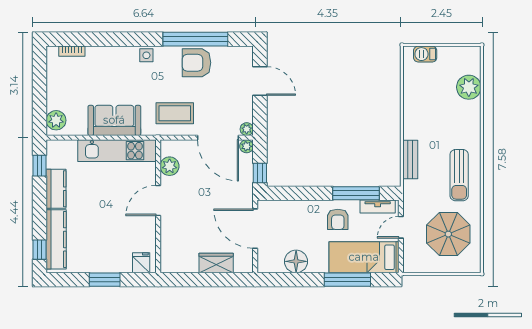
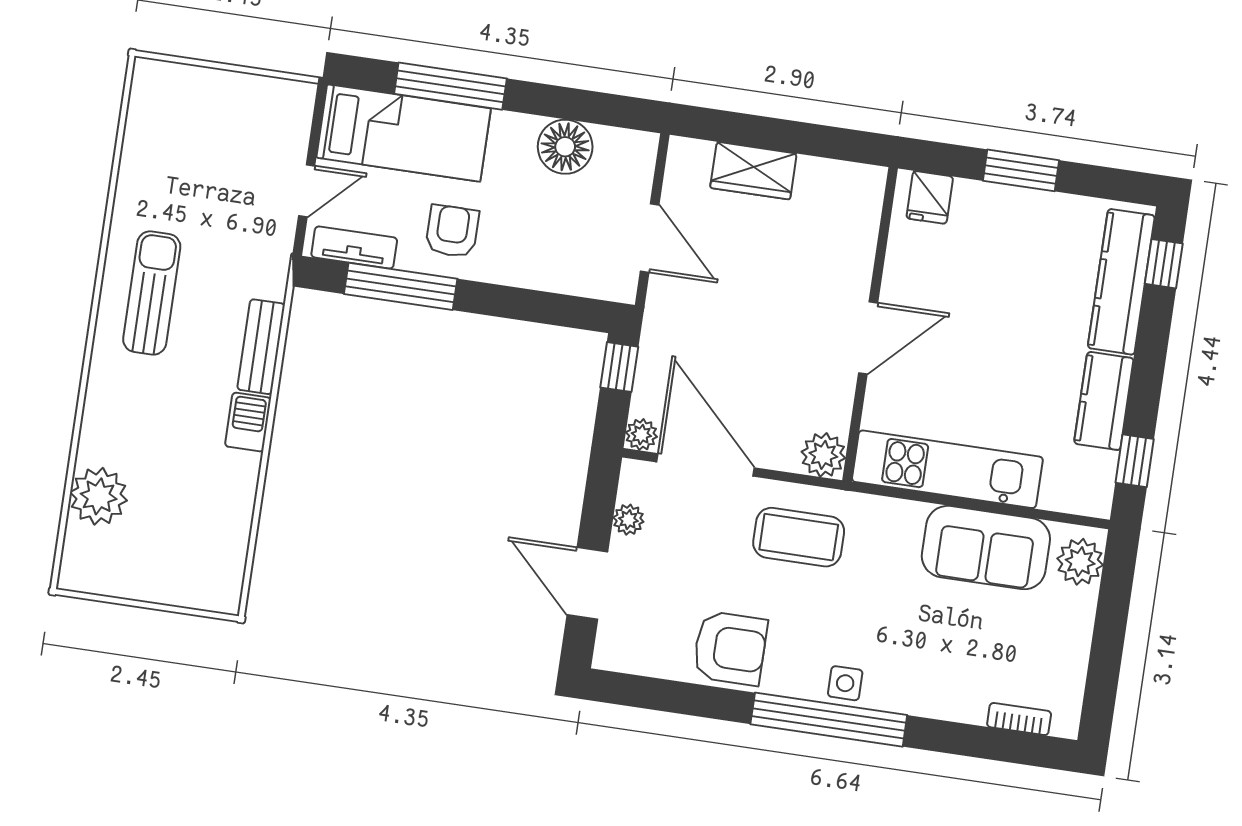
window: (195, 39) -> (829, 720), moved
barbecue: (425, 54) -> (248, 422), moved, turned -90
sofa: (114, 120) -> (986, 548), moved
plant: (247, 129) -> (628, 520), moved
plant: (170, 166) -> (823, 455), moved
door: (255, 229) -> (650, 238), width x0.73
parasol: (448, 234) -> (198, 158), removed

